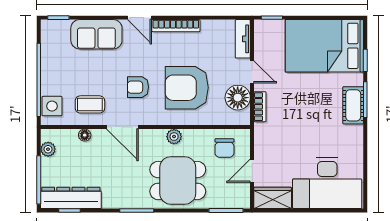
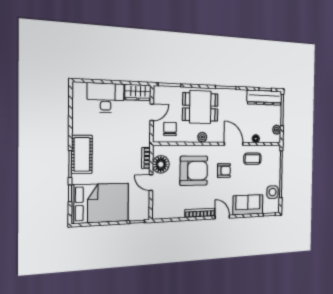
tv unit: (243, 39) -> (157, 206), removed
cot: (353, 105) -> (82, 154), width x1.37, depth x1.34
side table: (52, 106) -> (273, 192), moved
desk: (327, 183) -> (106, 98), width x0.73, depth x0.77

